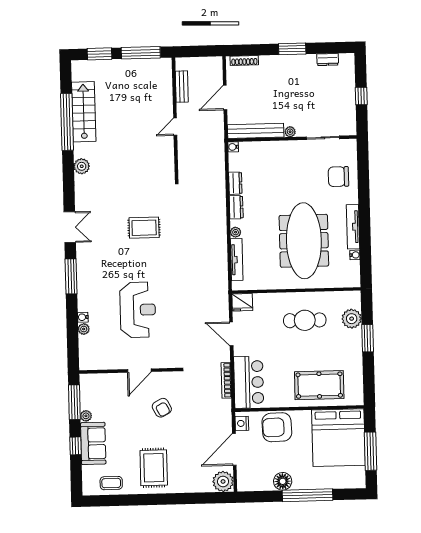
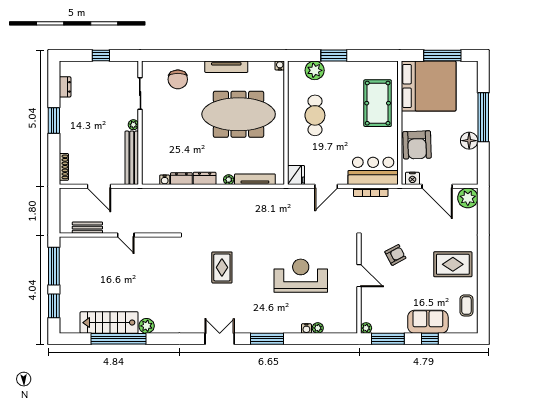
water cooler: (233, 147) -> (165, 180), moved
plant: (82, 166) -> (147, 326), moved
water cooler: (355, 255) -> (280, 66), moved
plant: (86, 416) -> (366, 328), moved

